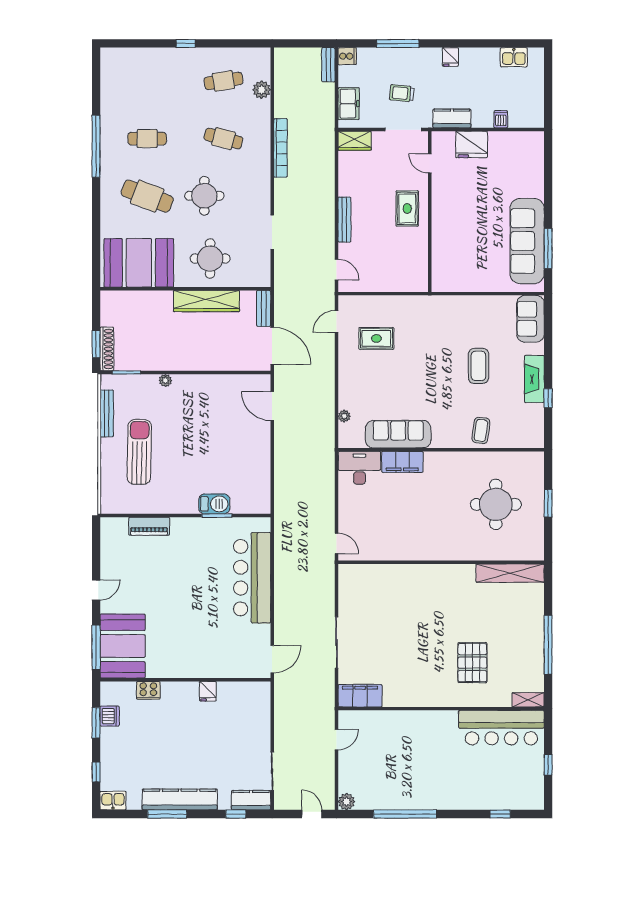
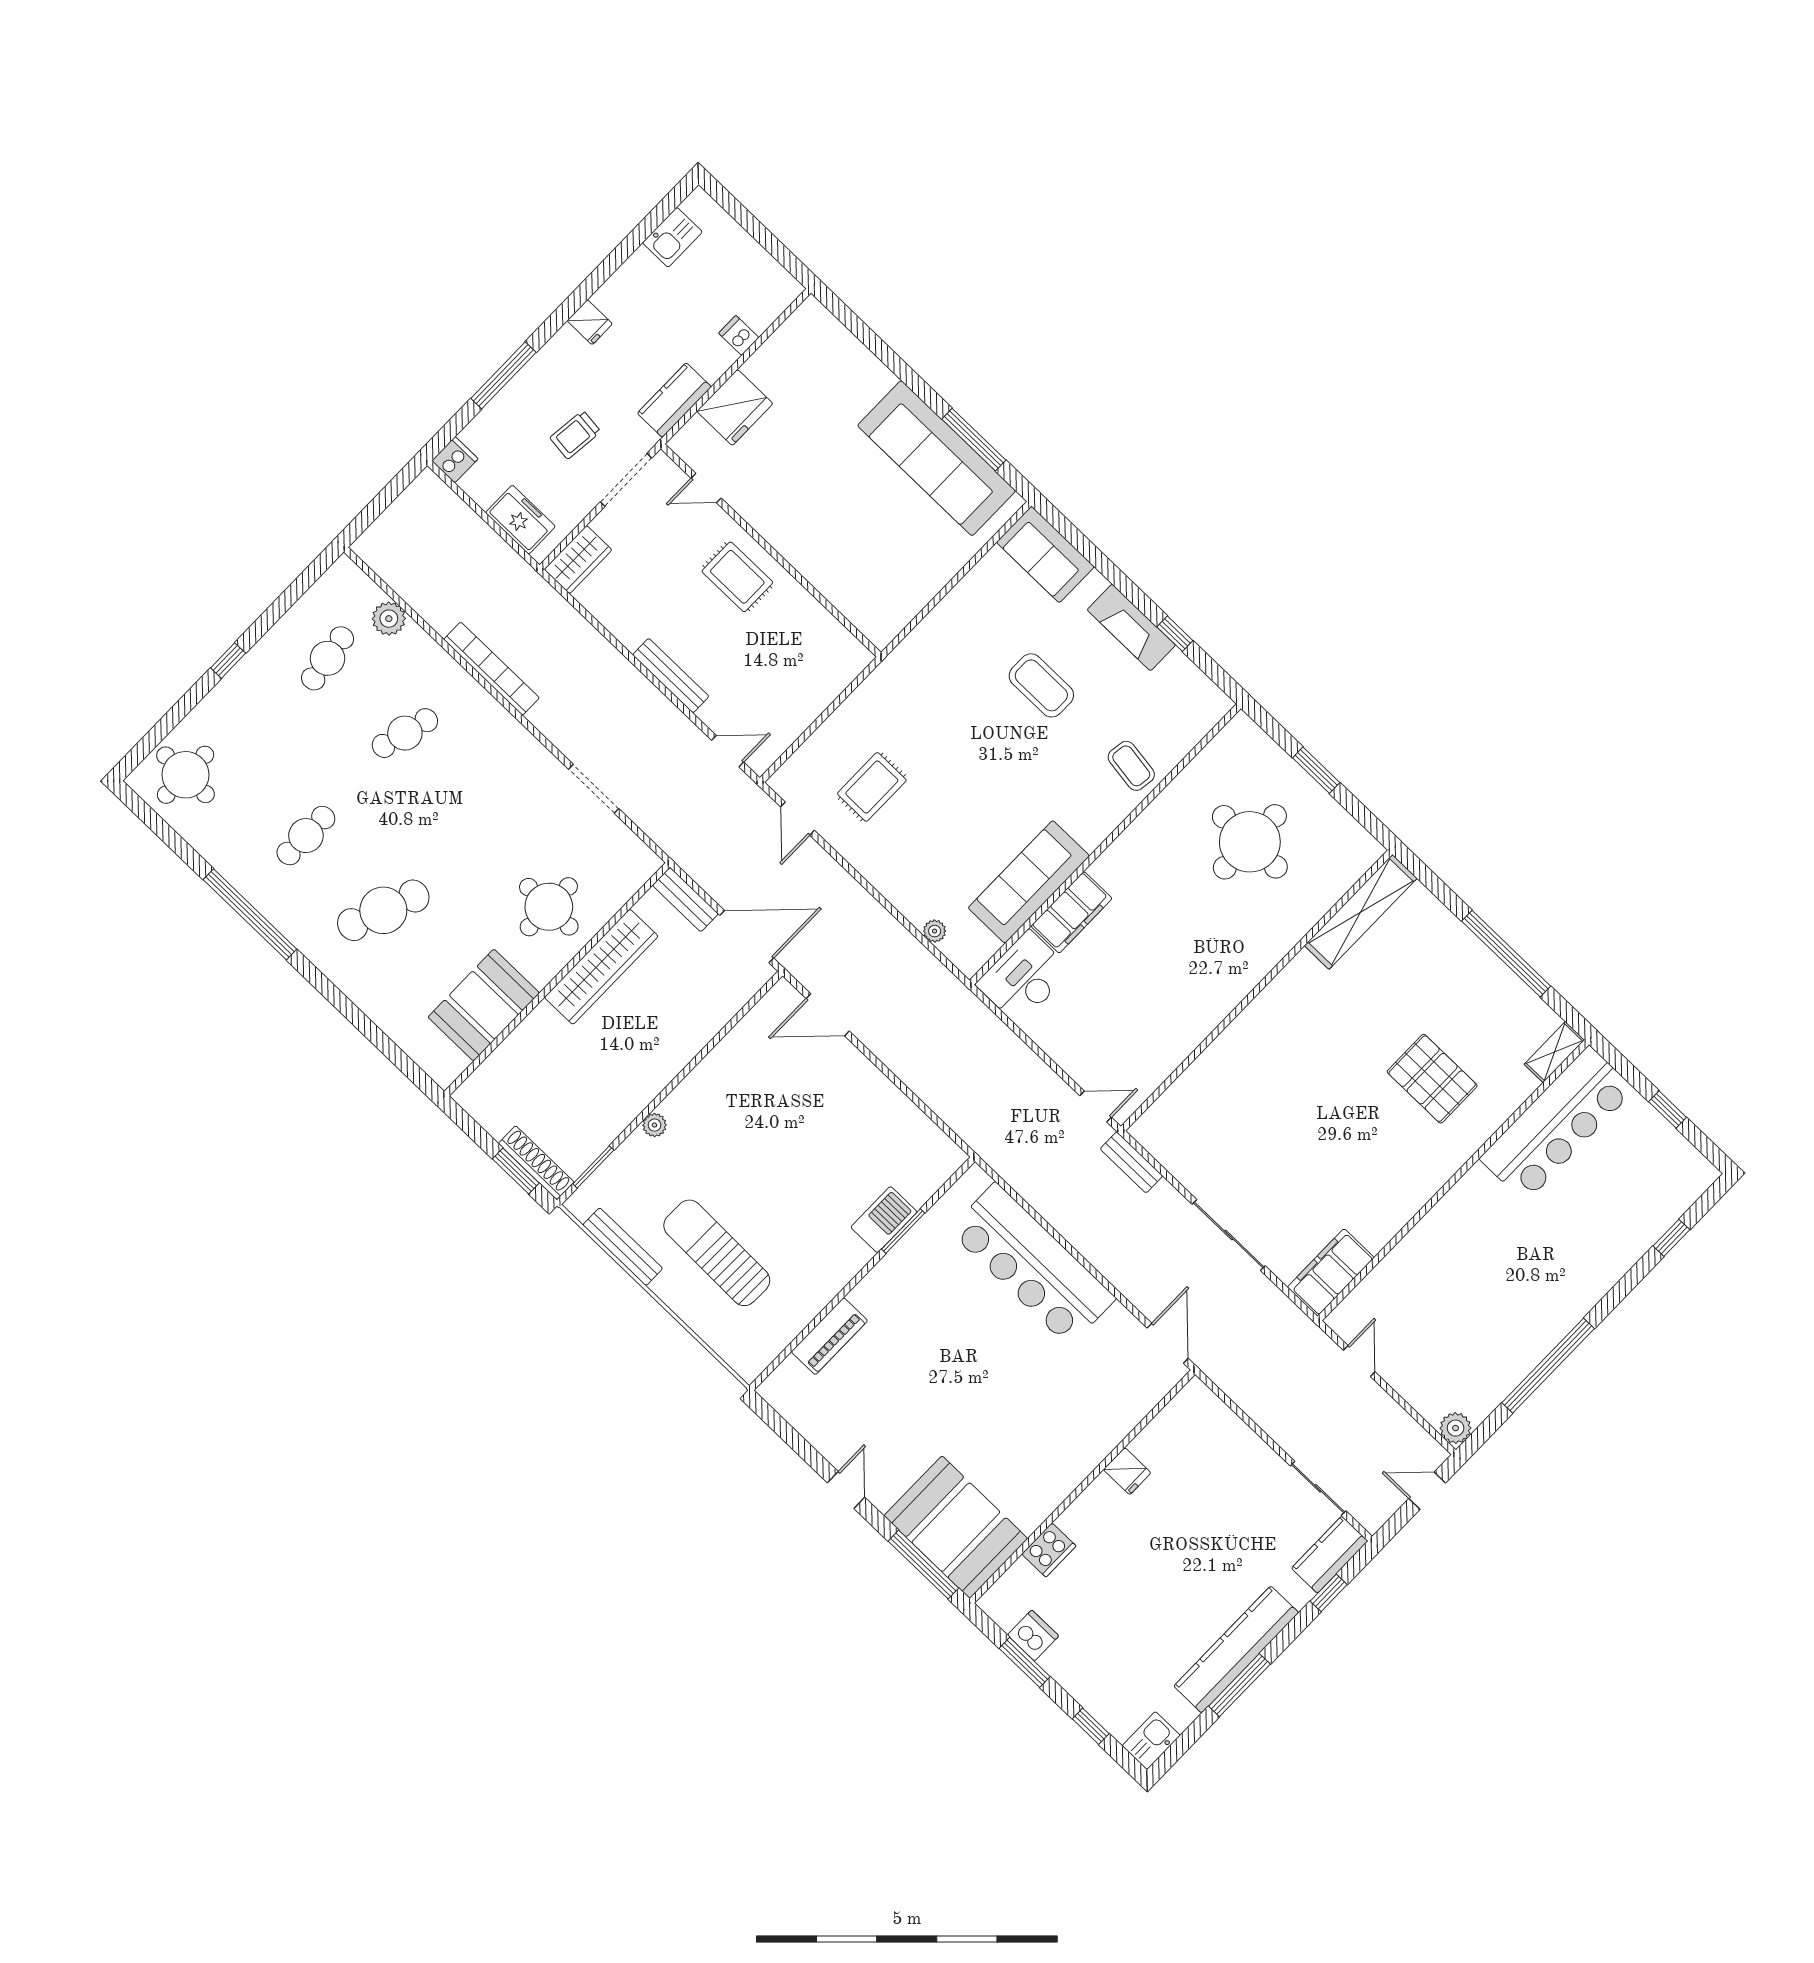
bench: (328, 65) -> (1131, 1162), moved
round table: (204, 196) -> (186, 775), moved
booth: (139, 263) -> (484, 1005), width x0.73, depth x0.70

